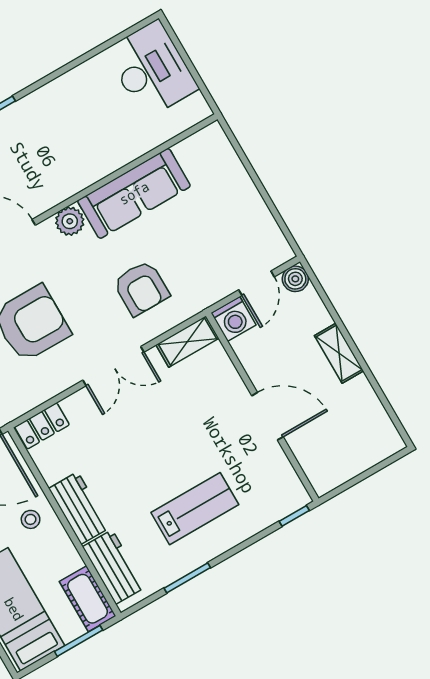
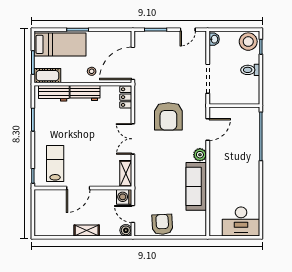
armchair: (141, 288) -> (162, 224), moved, turned 87
lab bench: (195, 509) -> (55, 164), moved, turned 180

